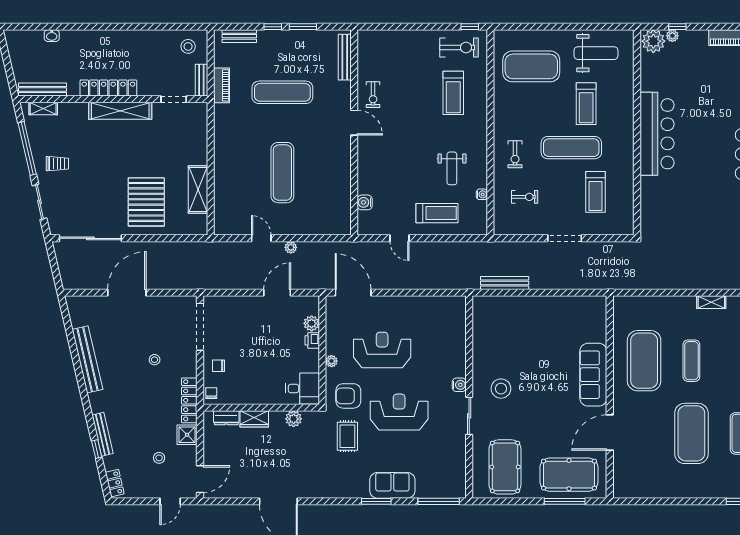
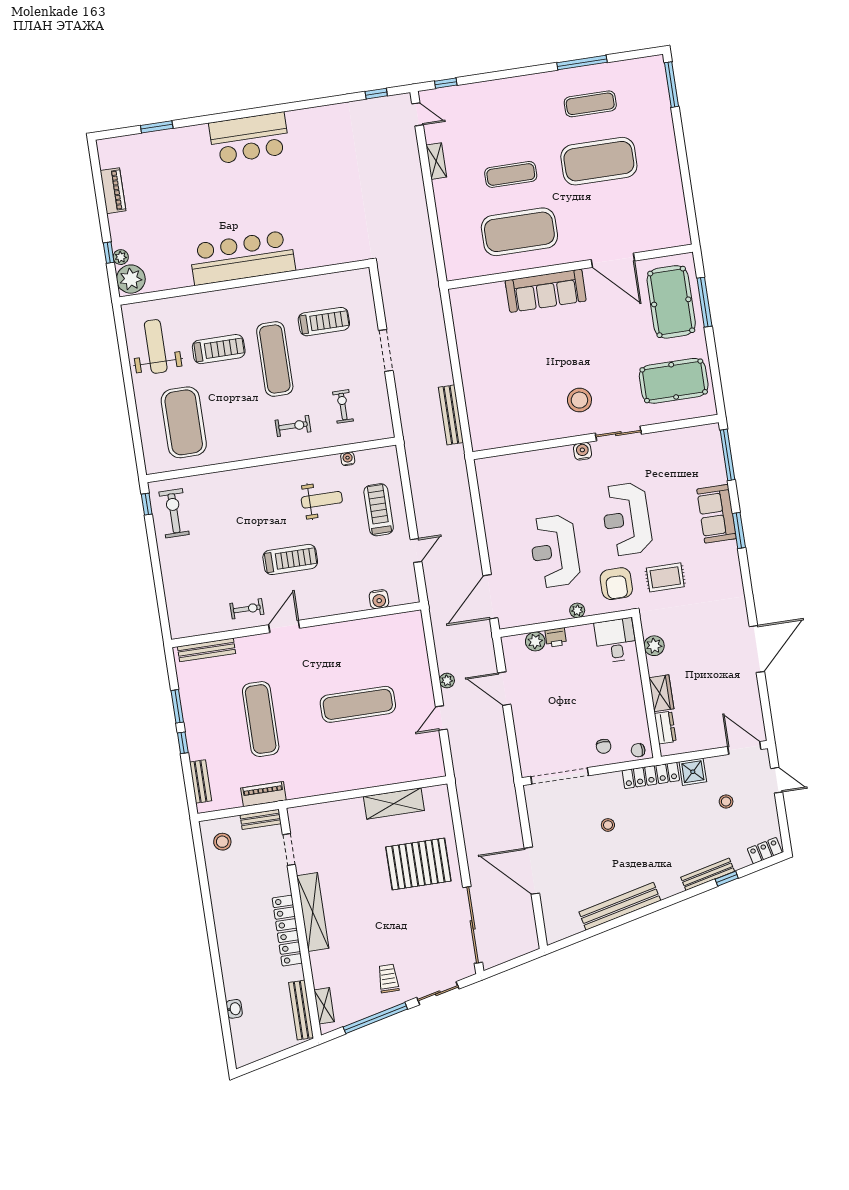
treadmill: (453, 93) -> (290, 559), moved

